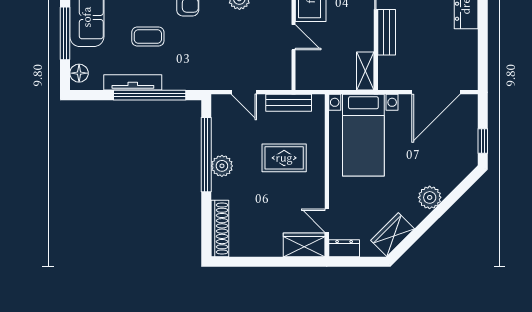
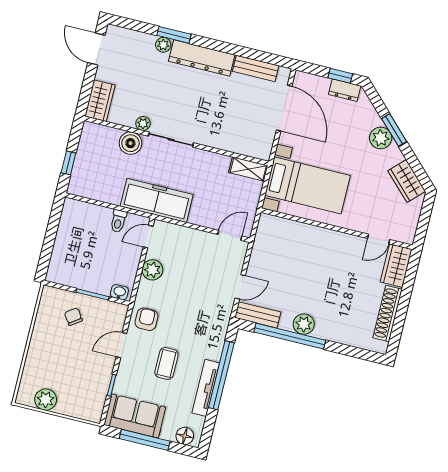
bench: (387, 32) -> (256, 68), moved
door: (294, 37) -> (230, 235), moved
bench: (289, 103) -> (258, 315), moved, turned 90
rug: (284, 158) -> (311, 264), removed
window: (441, 209) -> (394, 130), added
shoe rack: (220, 229) -> (388, 314), moved, turned -90
dresser: (344, 248) -> (345, 90), moved, turned -90

